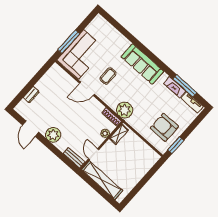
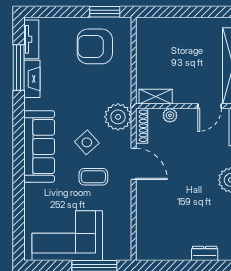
corner sofa: (81, 54) -> (67, 236), moved
side table: (126, 87) -> (87, 142), added
door: (87, 89) -> (134, 164), moved
armchair: (164, 127) -> (95, 46), turned 90

